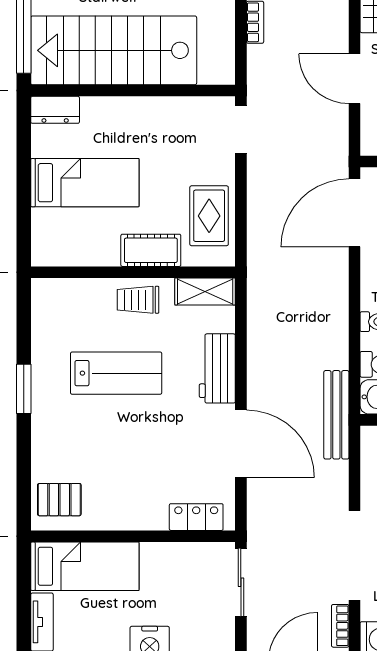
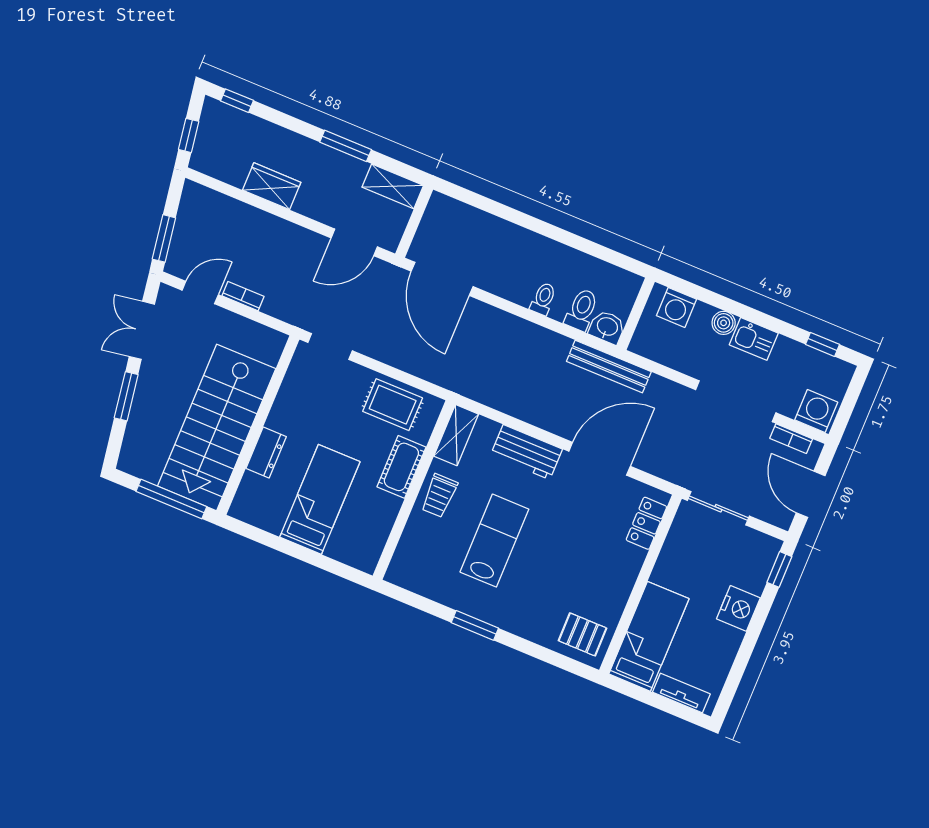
door: (354, 79) -> (354, 242), moved
dresser: (55, 110) -> (266, 452), moved
pallet: (59, 500) -> (583, 634), turned 90

